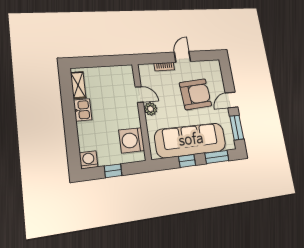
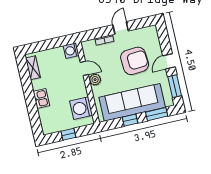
kitchen sink: (83, 110) -> (41, 98), moved
washing machine: (88, 160) -> (71, 51), moved, turned -90

